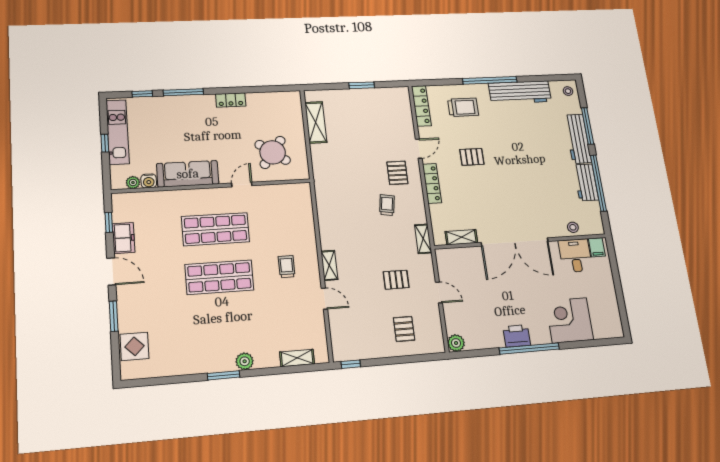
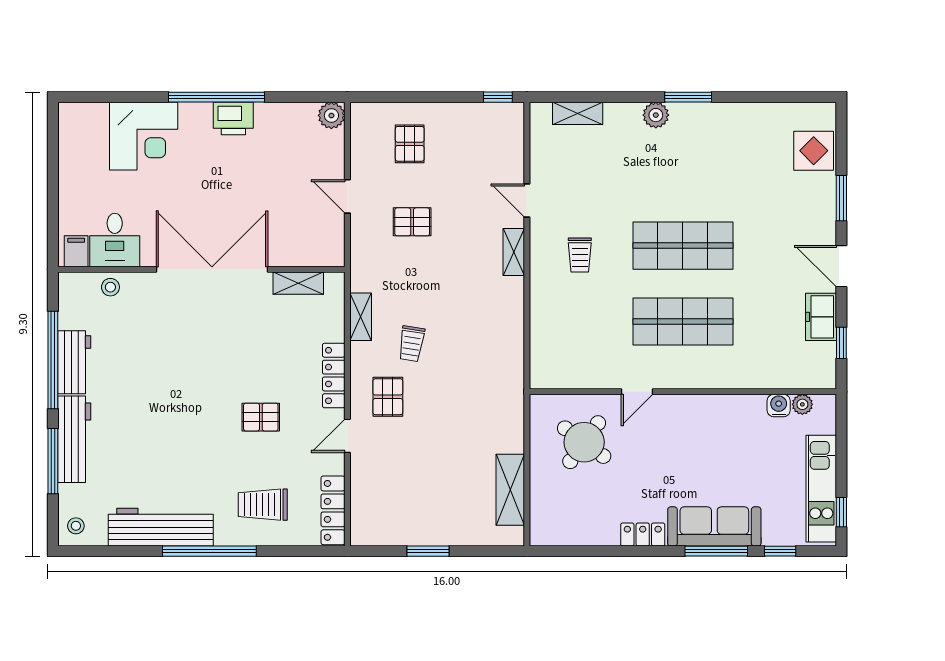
window: (105, 143) -> (841, 512), moved
sofa: (188, 174) -> (714, 526), moved, turned 180
shelving: (423, 239) -> (361, 317), moved

